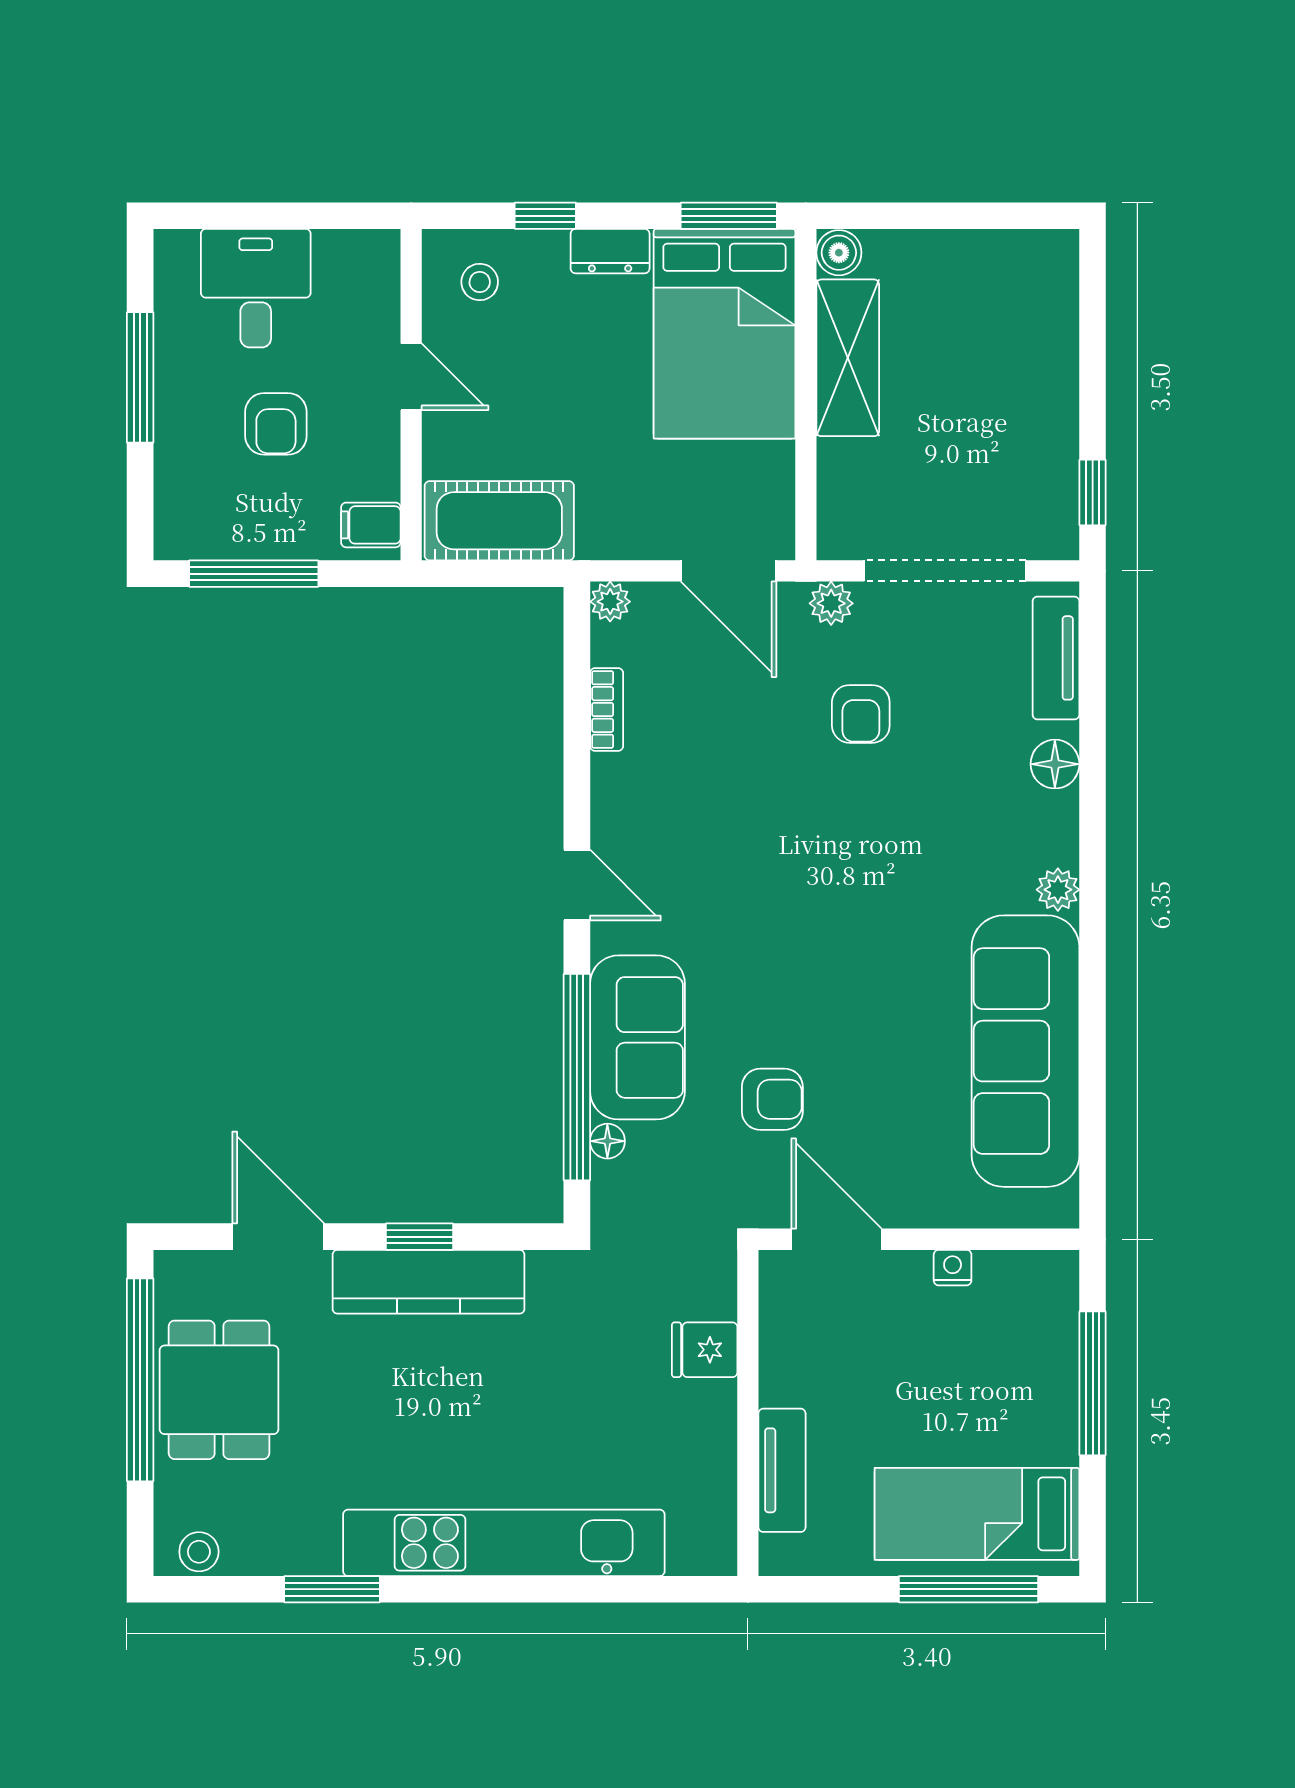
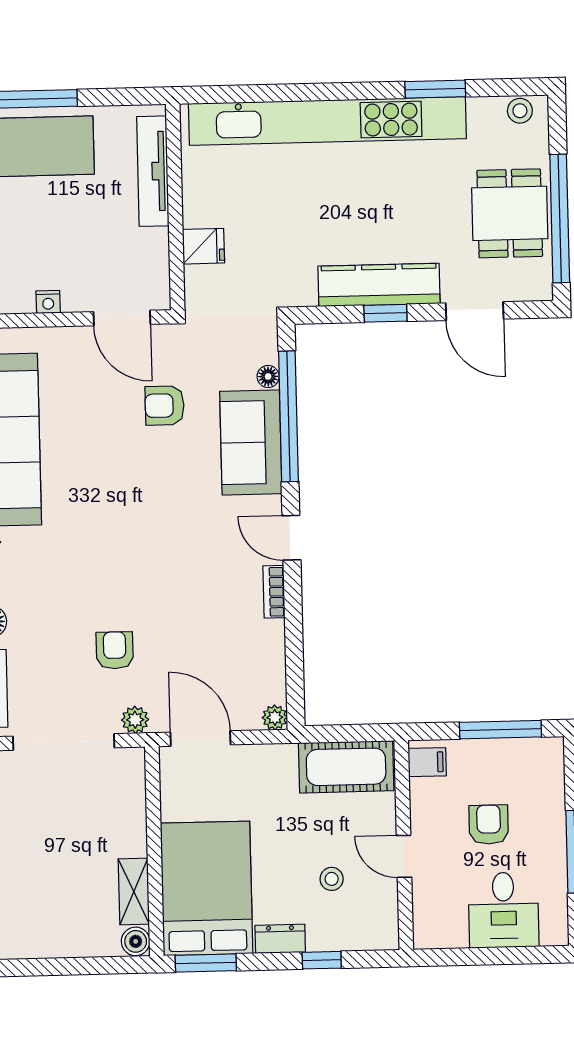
stool: (480, 282) -> (332, 879), moved
shelving: (848, 358) -> (134, 891), width x0.67, depth x0.75
bookcase: (607, 709) -> (274, 592), moved
tv unit: (782, 1470) -> (153, 171), width x1.41
kitchen unit: (504, 1543) -> (327, 121), width x1.36

